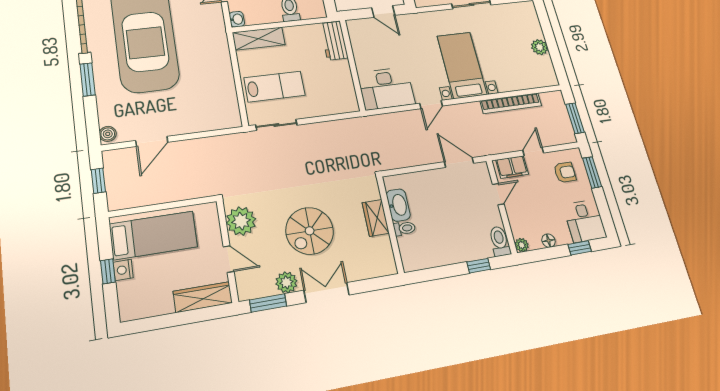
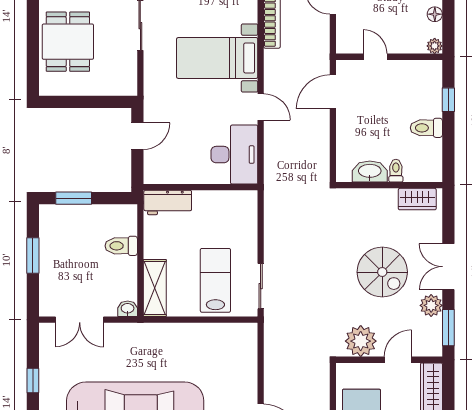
filing cabinet: (512, 167) -> (347, 32), removed
wardrobe: (376, 218) -> (417, 199), moved
toilet: (500, 241) -> (426, 128), moved

